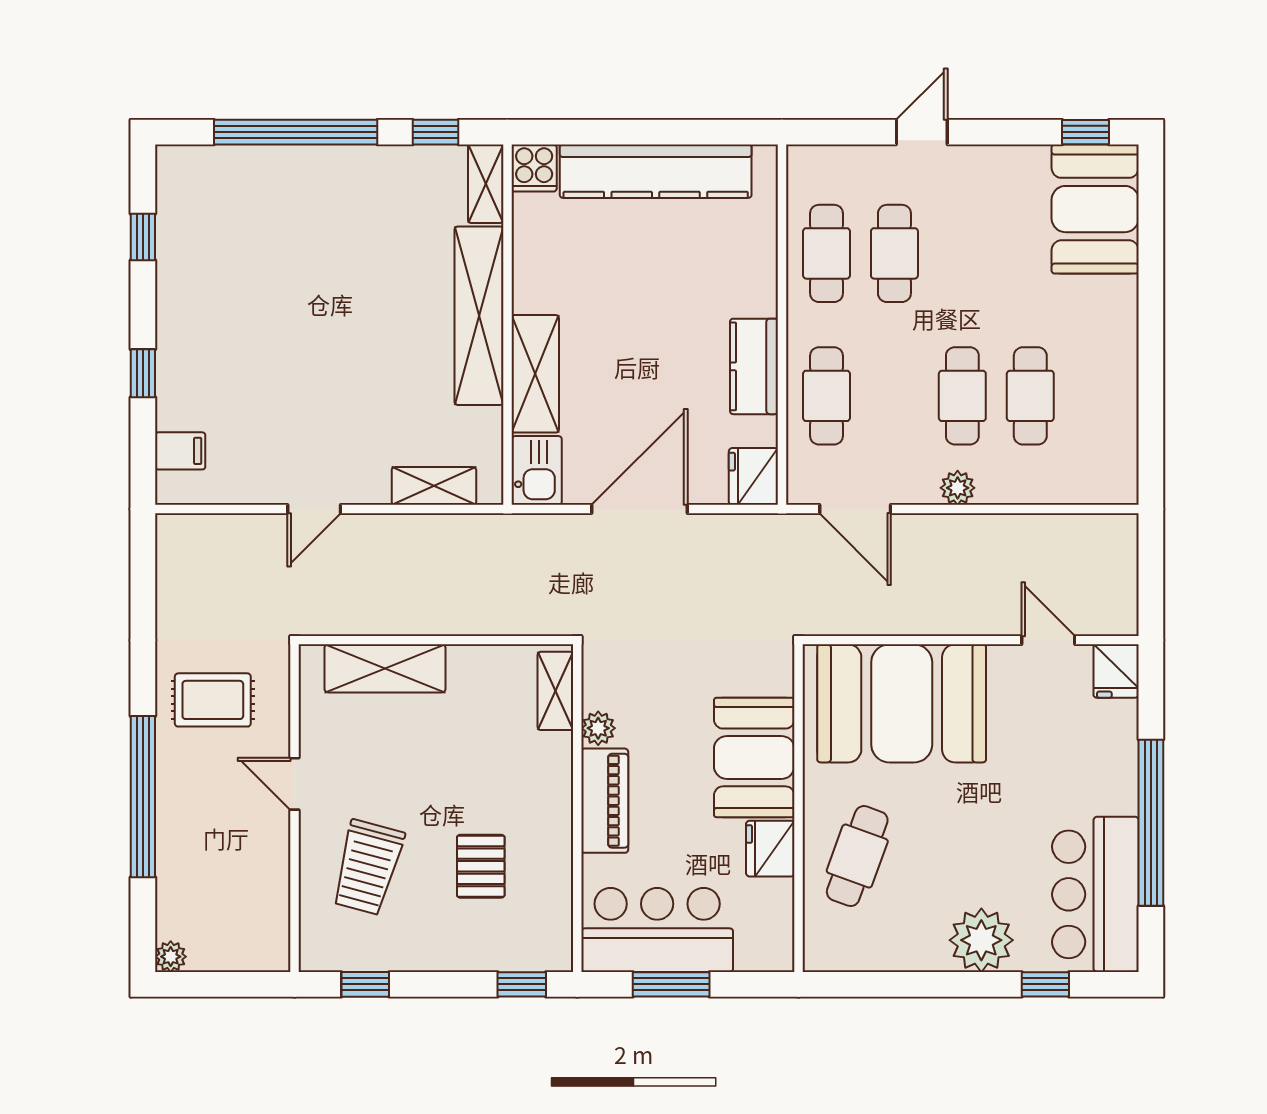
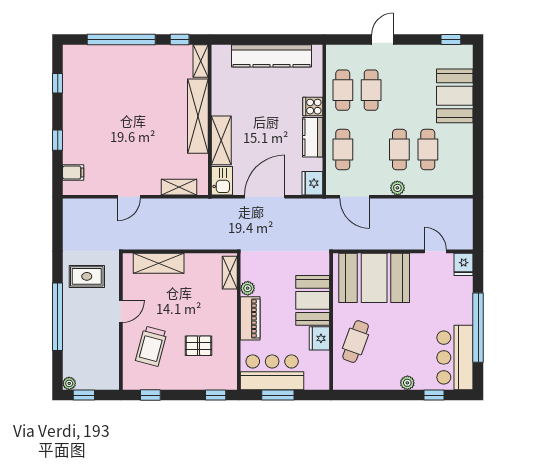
cooker: (534, 168) -> (313, 107), moved, turned 90
booth: (1095, 209) -> (455, 96), moved
door: (294, 784) -> (121, 311), swing flipped
pallet: (481, 866) -> (199, 346), turned 90
plant: (981, 940) -> (407, 383), width x0.53, depth x0.53
window: (206, 984) -> (84, 395), added

